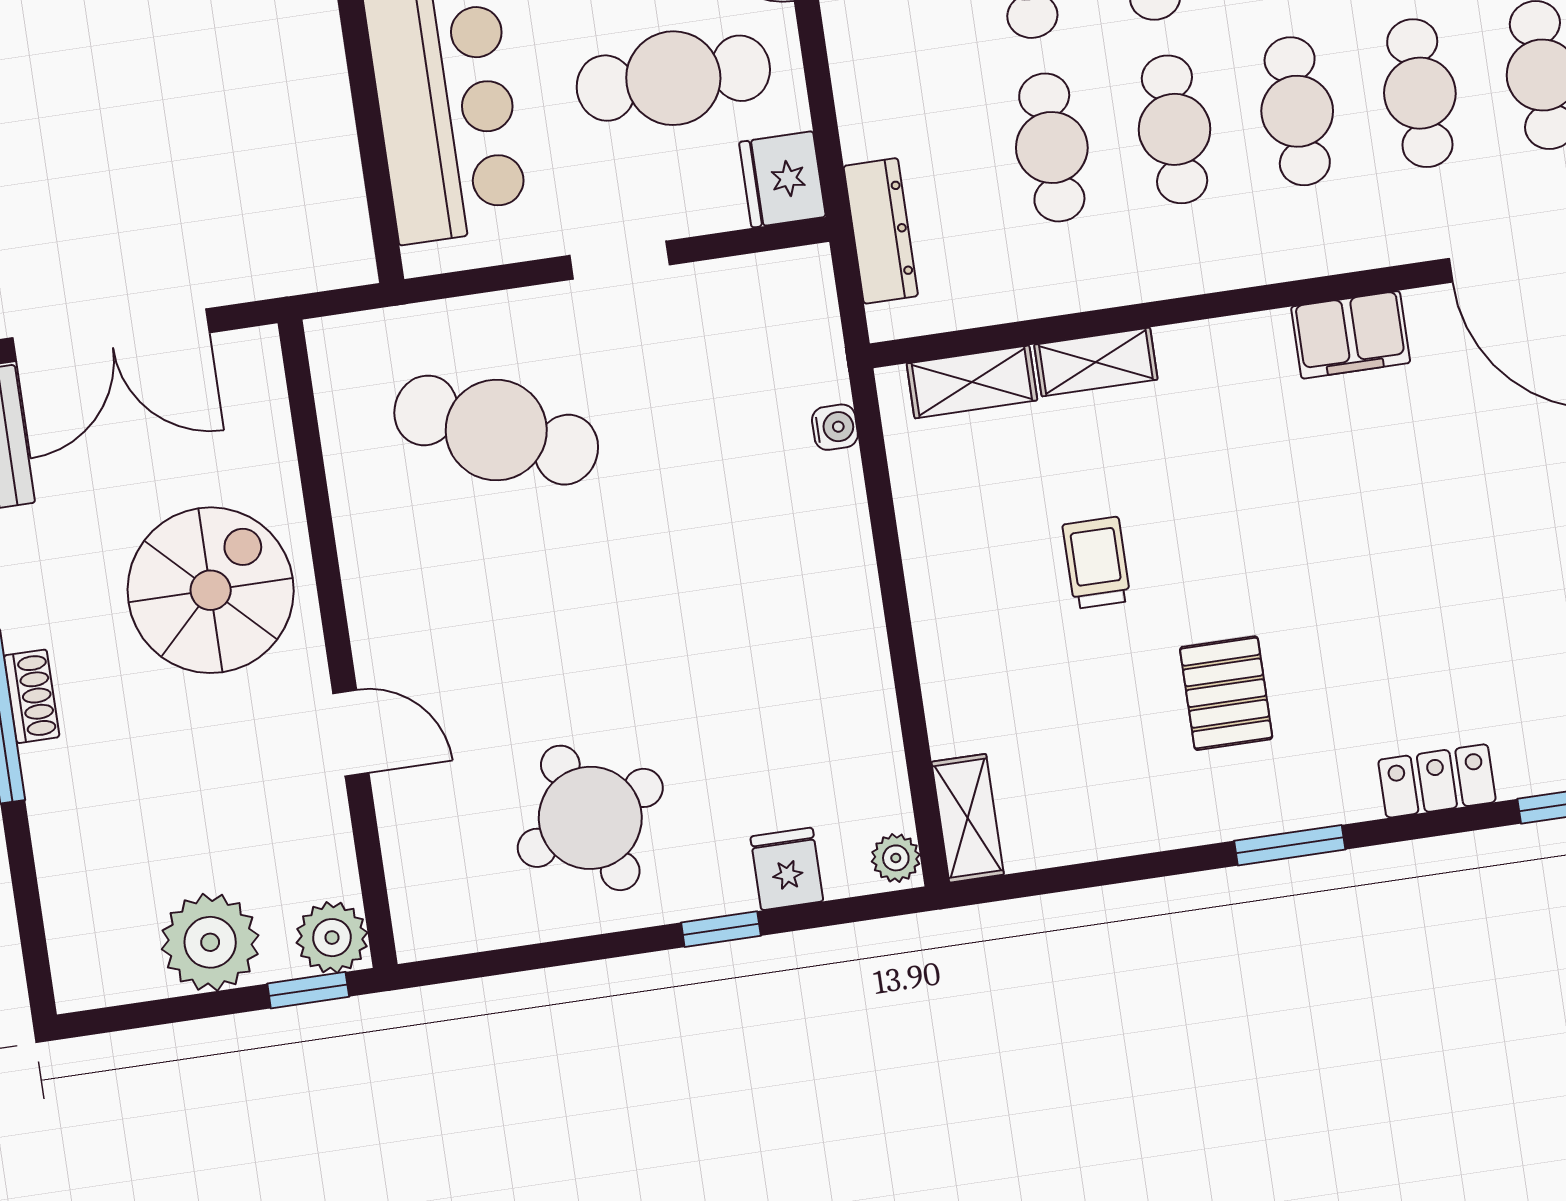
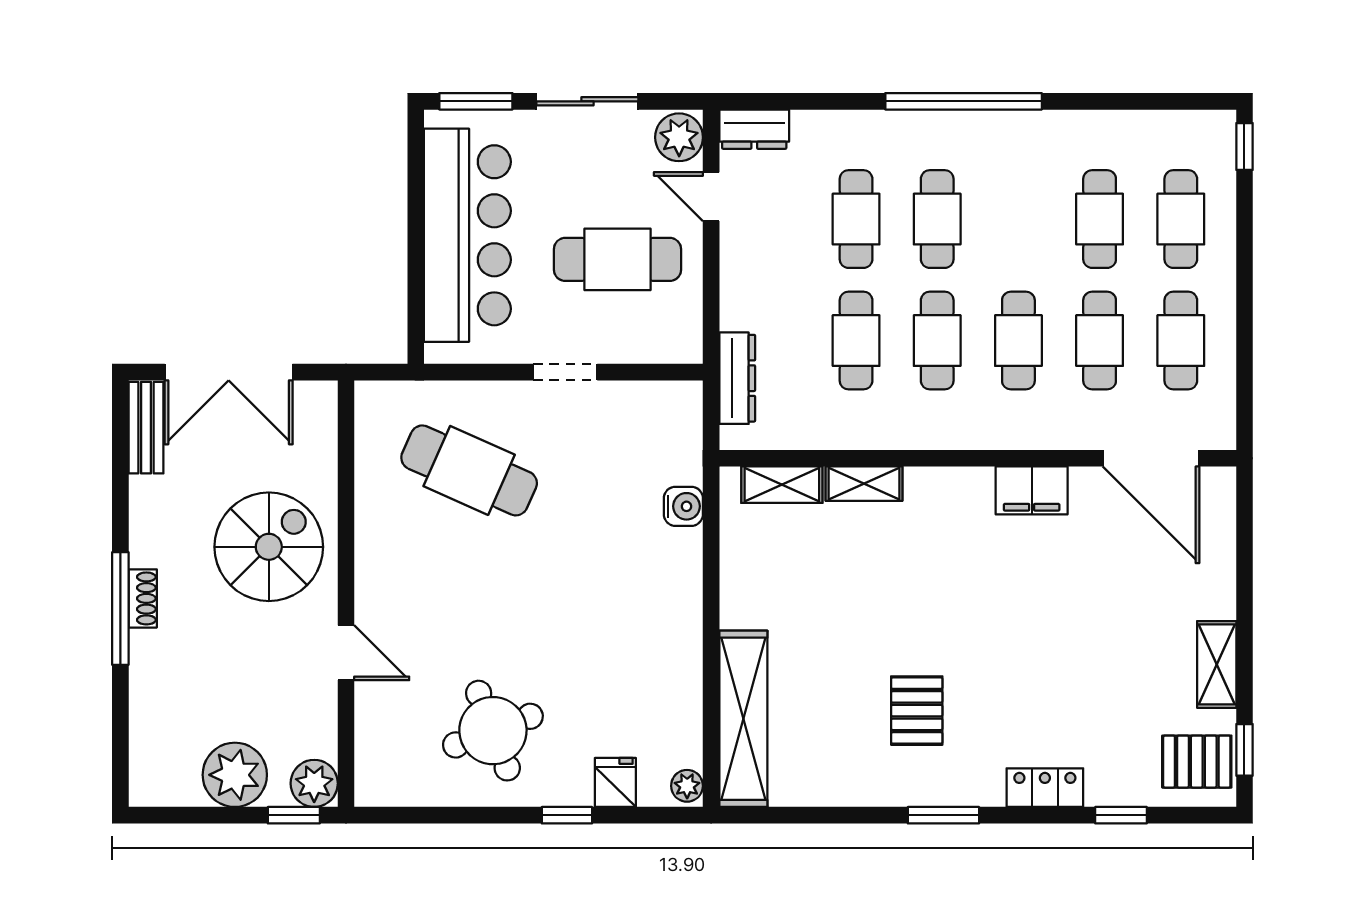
fridge: (782, 179) -> (678, 335), removed
water cooler: (835, 427) -> (683, 506), width x1.38, depth x1.38
trolley: (1097, 563) -> (845, 614), removed
shelving: (968, 818) -> (743, 719), width x2.20, depth x1.33

